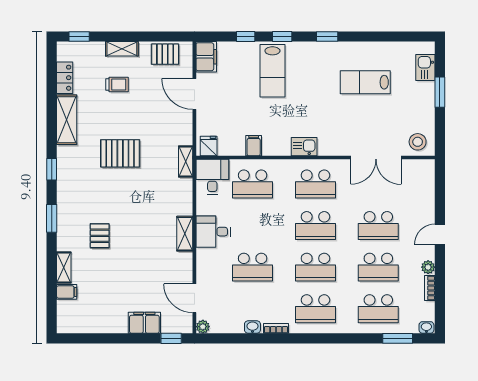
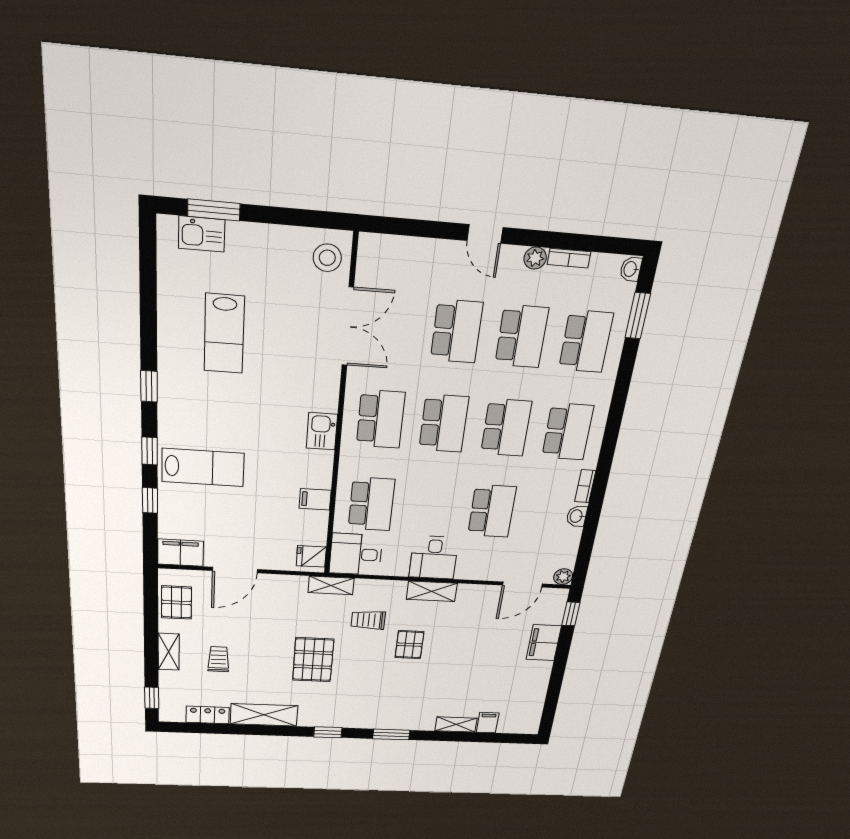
window: (440, 92) -> (214, 210), moved
trolley: (158, 191) -> (368, 620), added
pallet: (100, 236) -> (409, 645), moved, turned 90

